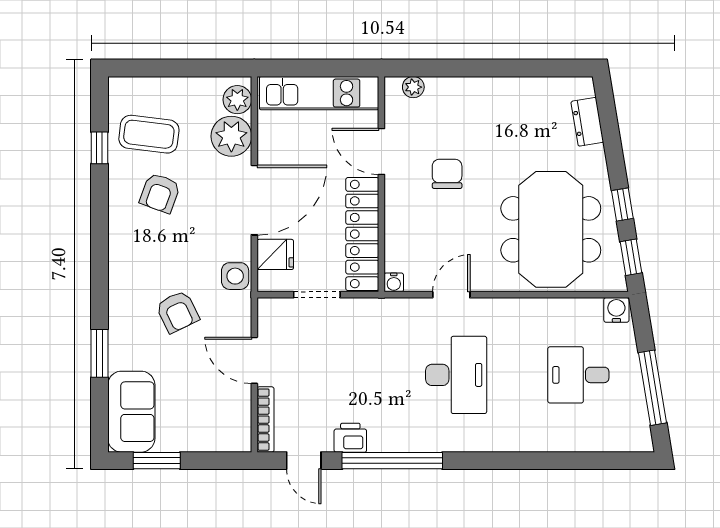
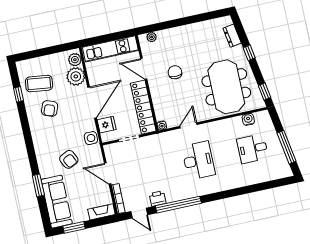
window: (622, 205) -> (249, 53), moved
water cooler: (616, 310) -> (248, 119), moved
sofa: (131, 412) -> (57, 202), width x1.36
fireplace: (223, 440) -> (101, 212), added

